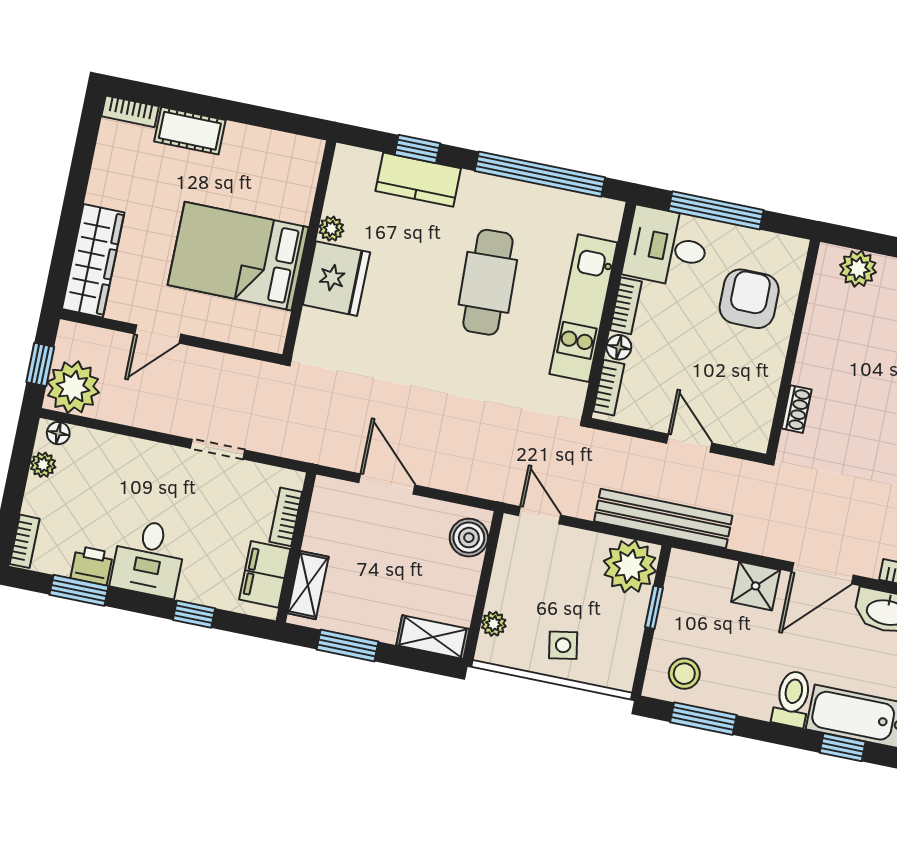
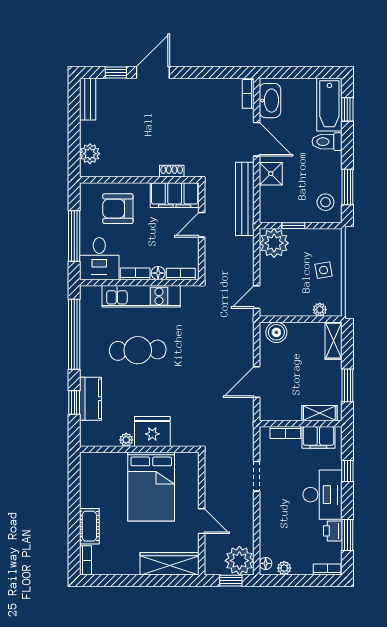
filing cabinet: (752, 406) -> (175, 195), added
bench: (663, 518) -> (245, 199), moved
desk: (149, 558) -> (322, 495), width x1.37

